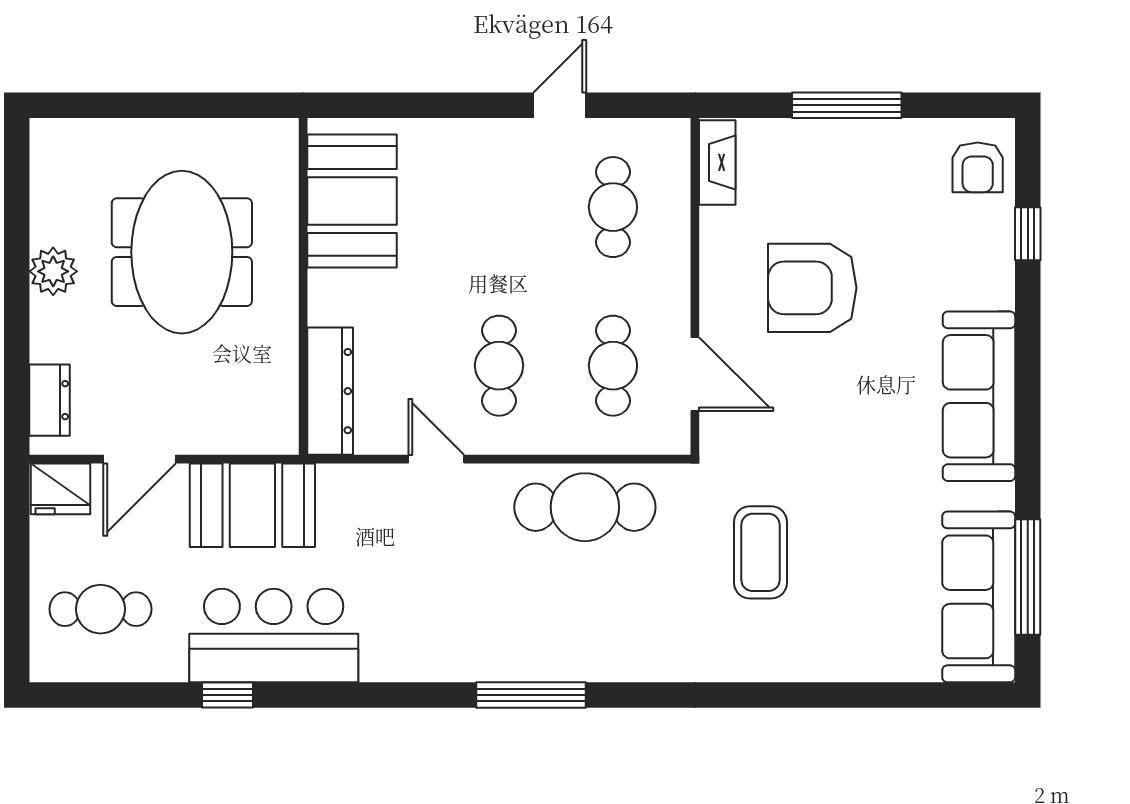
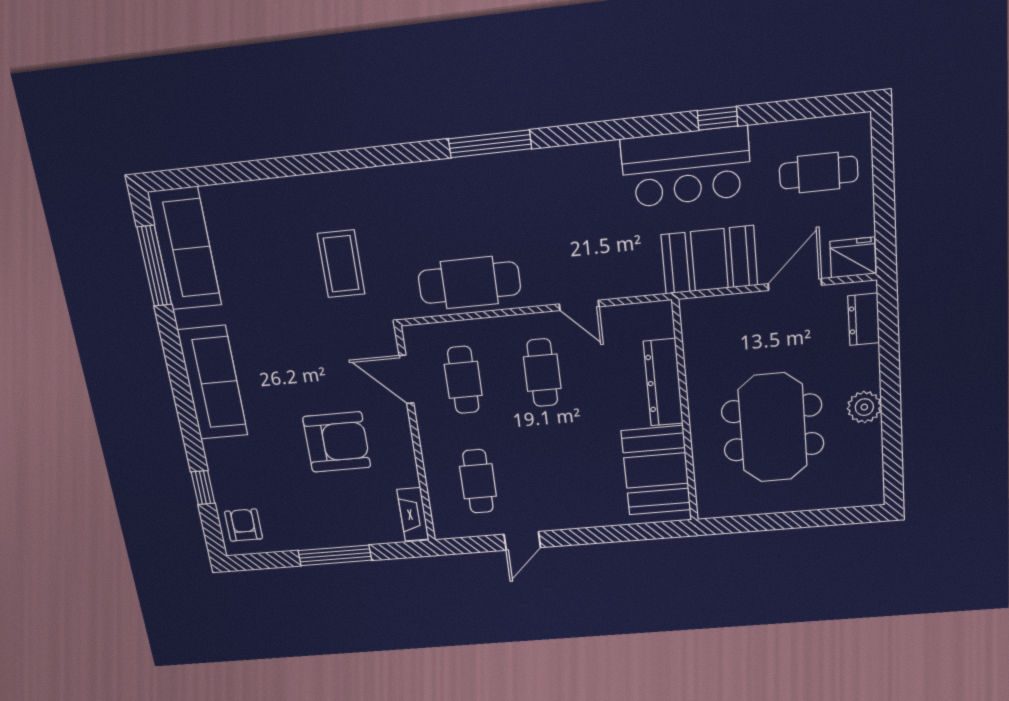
dresser: (330, 391) -> (663, 383), moved

